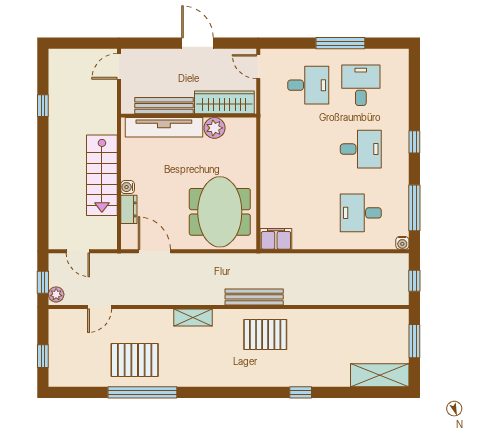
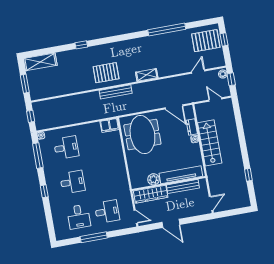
desk: (308, 85) -> (107, 212), turned 180
desk: (361, 149) -> (72, 182), turned 180
pallet: (135, 360) -> (206, 41), moved

